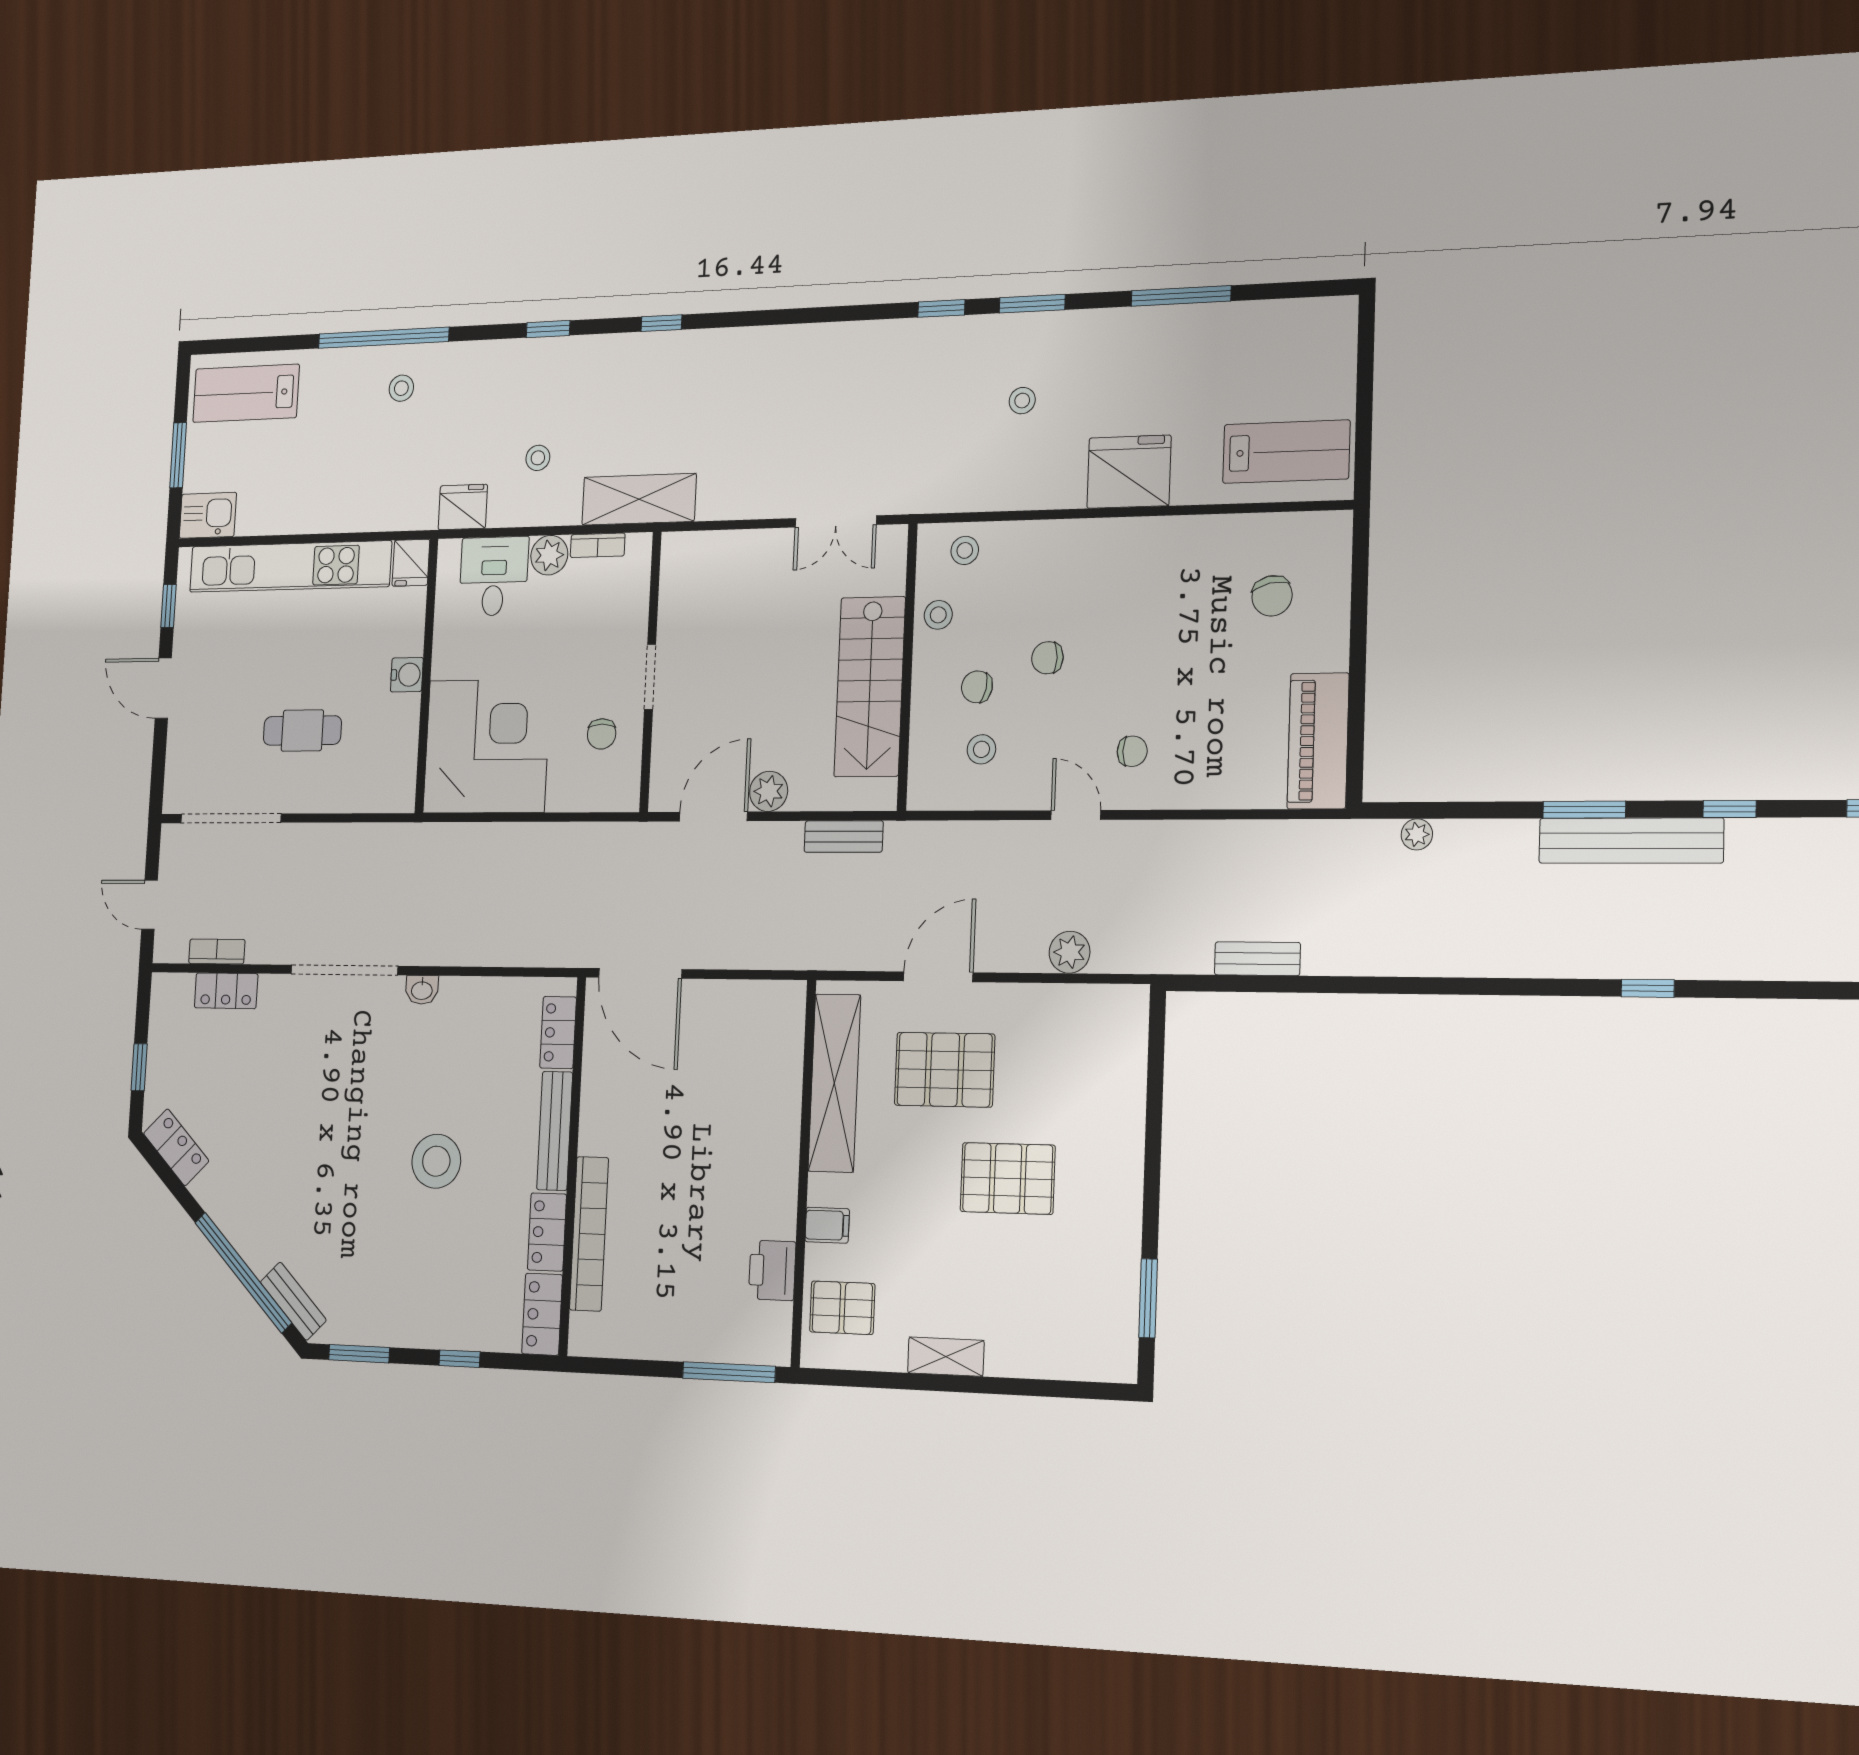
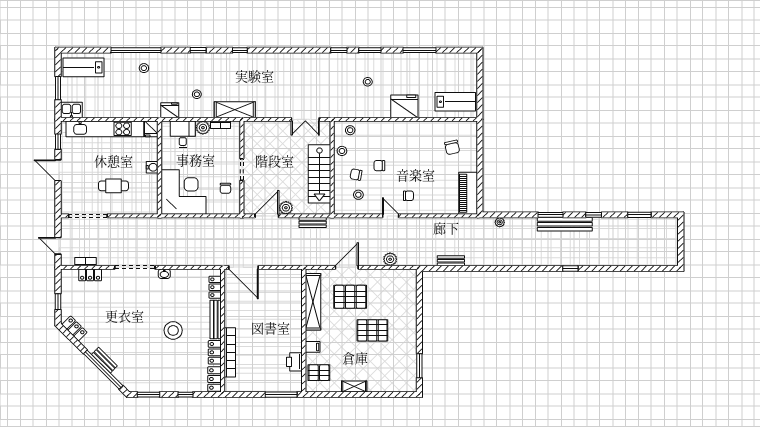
bench: (293, 1301) -> (104, 360), moved

